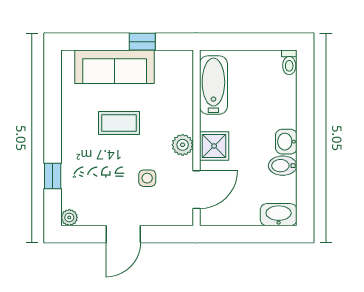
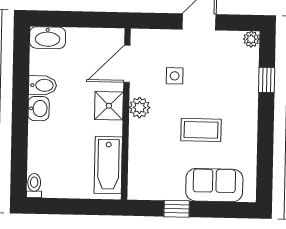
sofa: (115, 67) -> (214, 185), width x0.73

